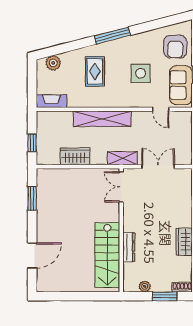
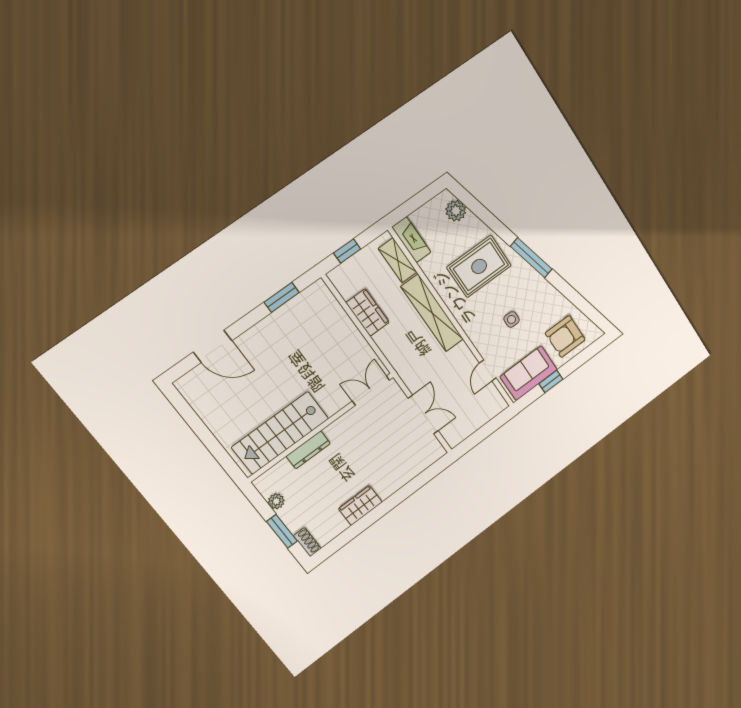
rug: (95, 71) -> (479, 266), width x1.36, depth x1.43
side table: (141, 73) -> (512, 319), width x0.54, depth x0.54
shelving: (122, 158) -> (398, 260), moved

